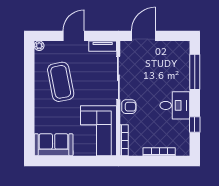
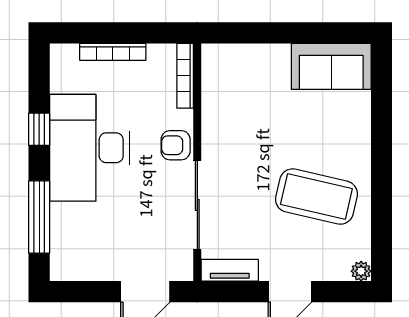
coffee table: (61, 82) -> (316, 197), turned -66
desk: (175, 105) -> (90, 148), width x1.87, depth x1.30
window: (195, 124) -> (39, 129), moved
corner sofa: (99, 131) -> (238, 95), removed

